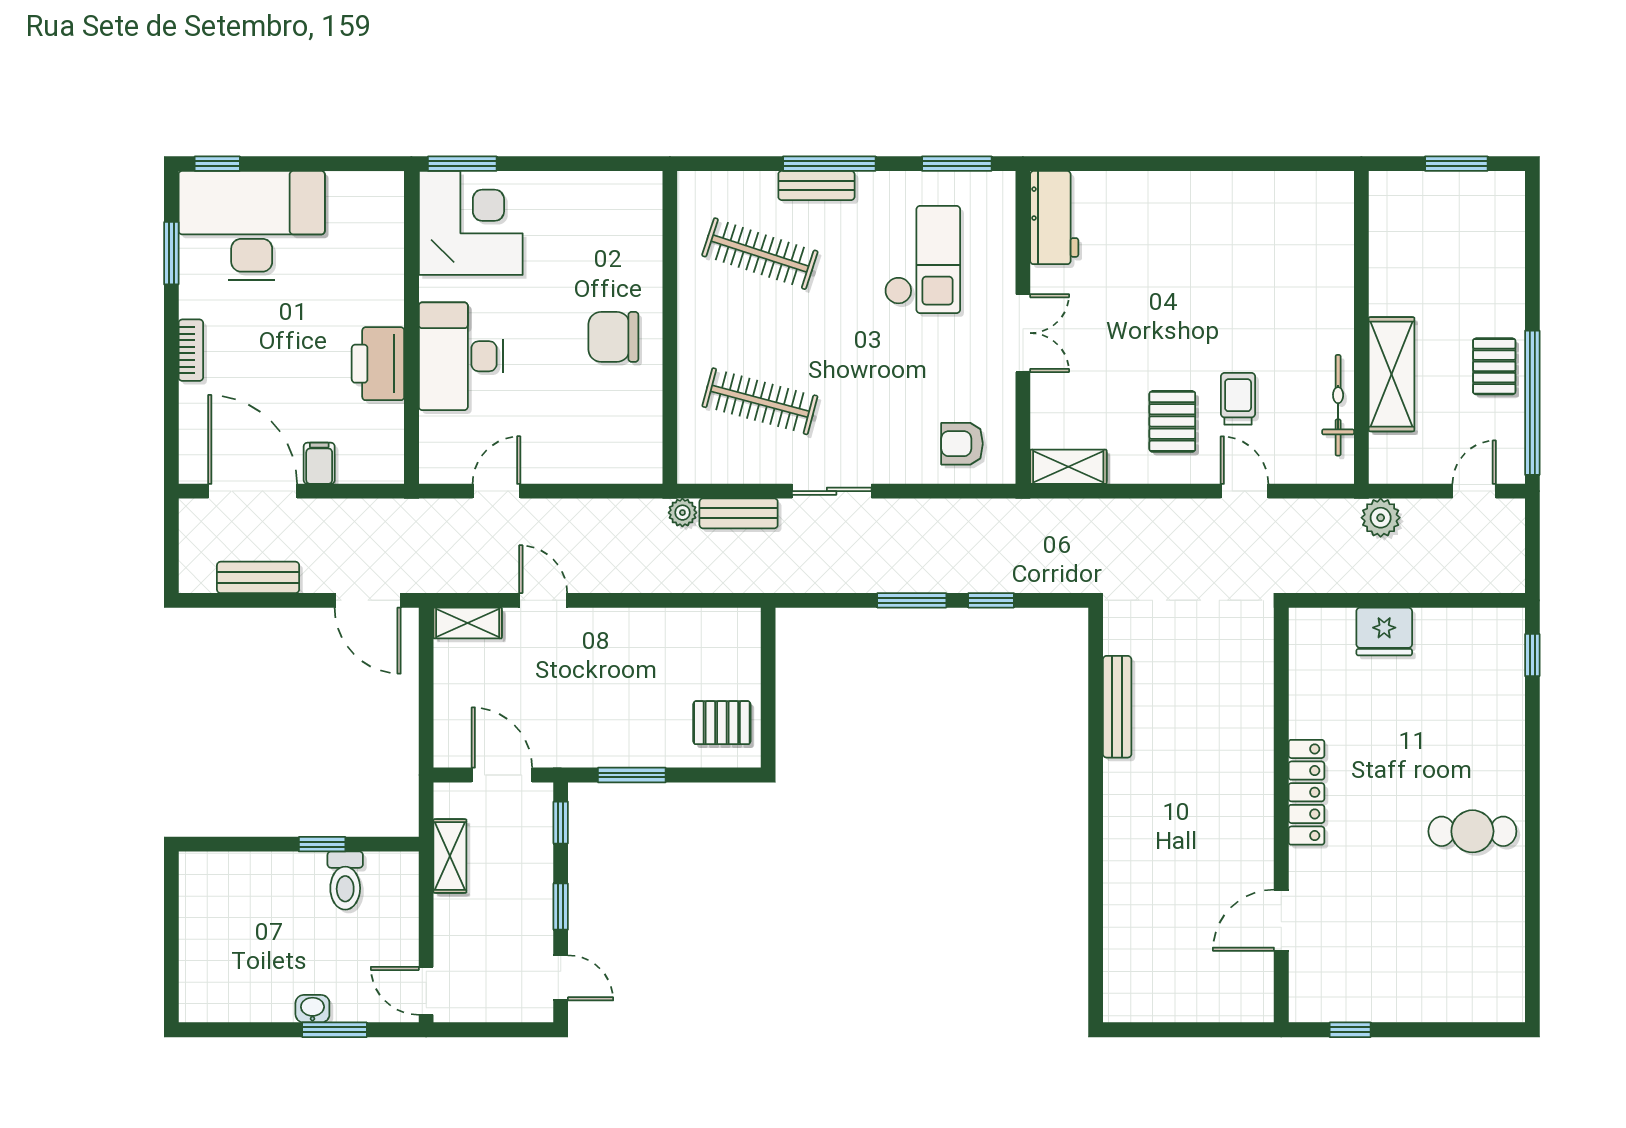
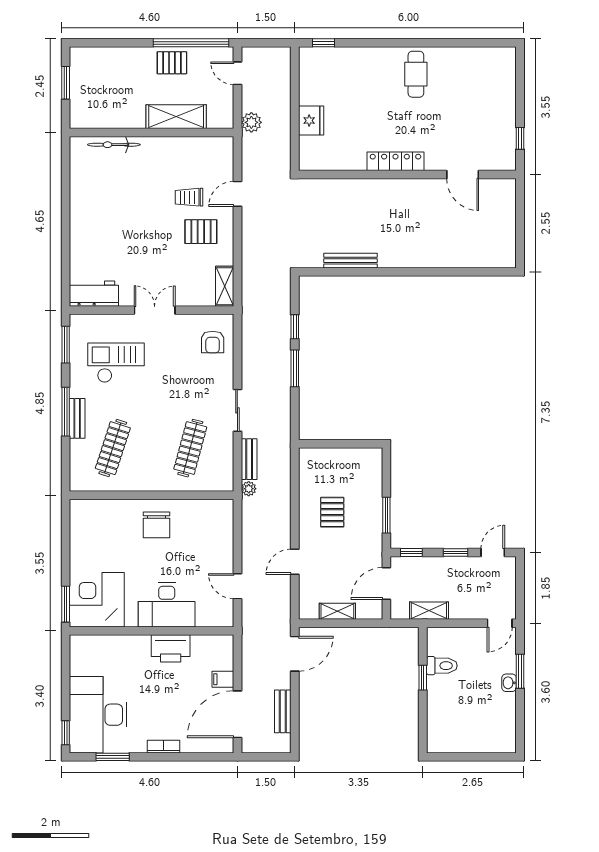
bicycle: (1338, 405) -> (114, 145), moved
shelving: (468, 623) -> (337, 611), moved, turned 90
pallet: (722, 723) -> (332, 512), moved

